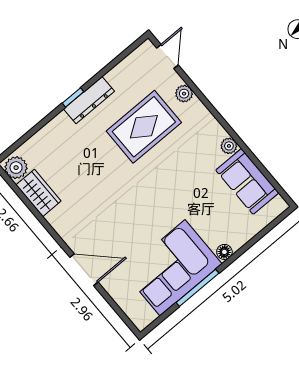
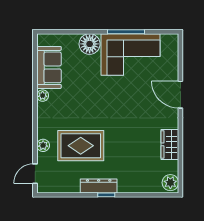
wardrobe: (38, 193) -> (170, 144), moved
floor lamp: (224, 252) -> (90, 44), width x1.89, depth x1.89

